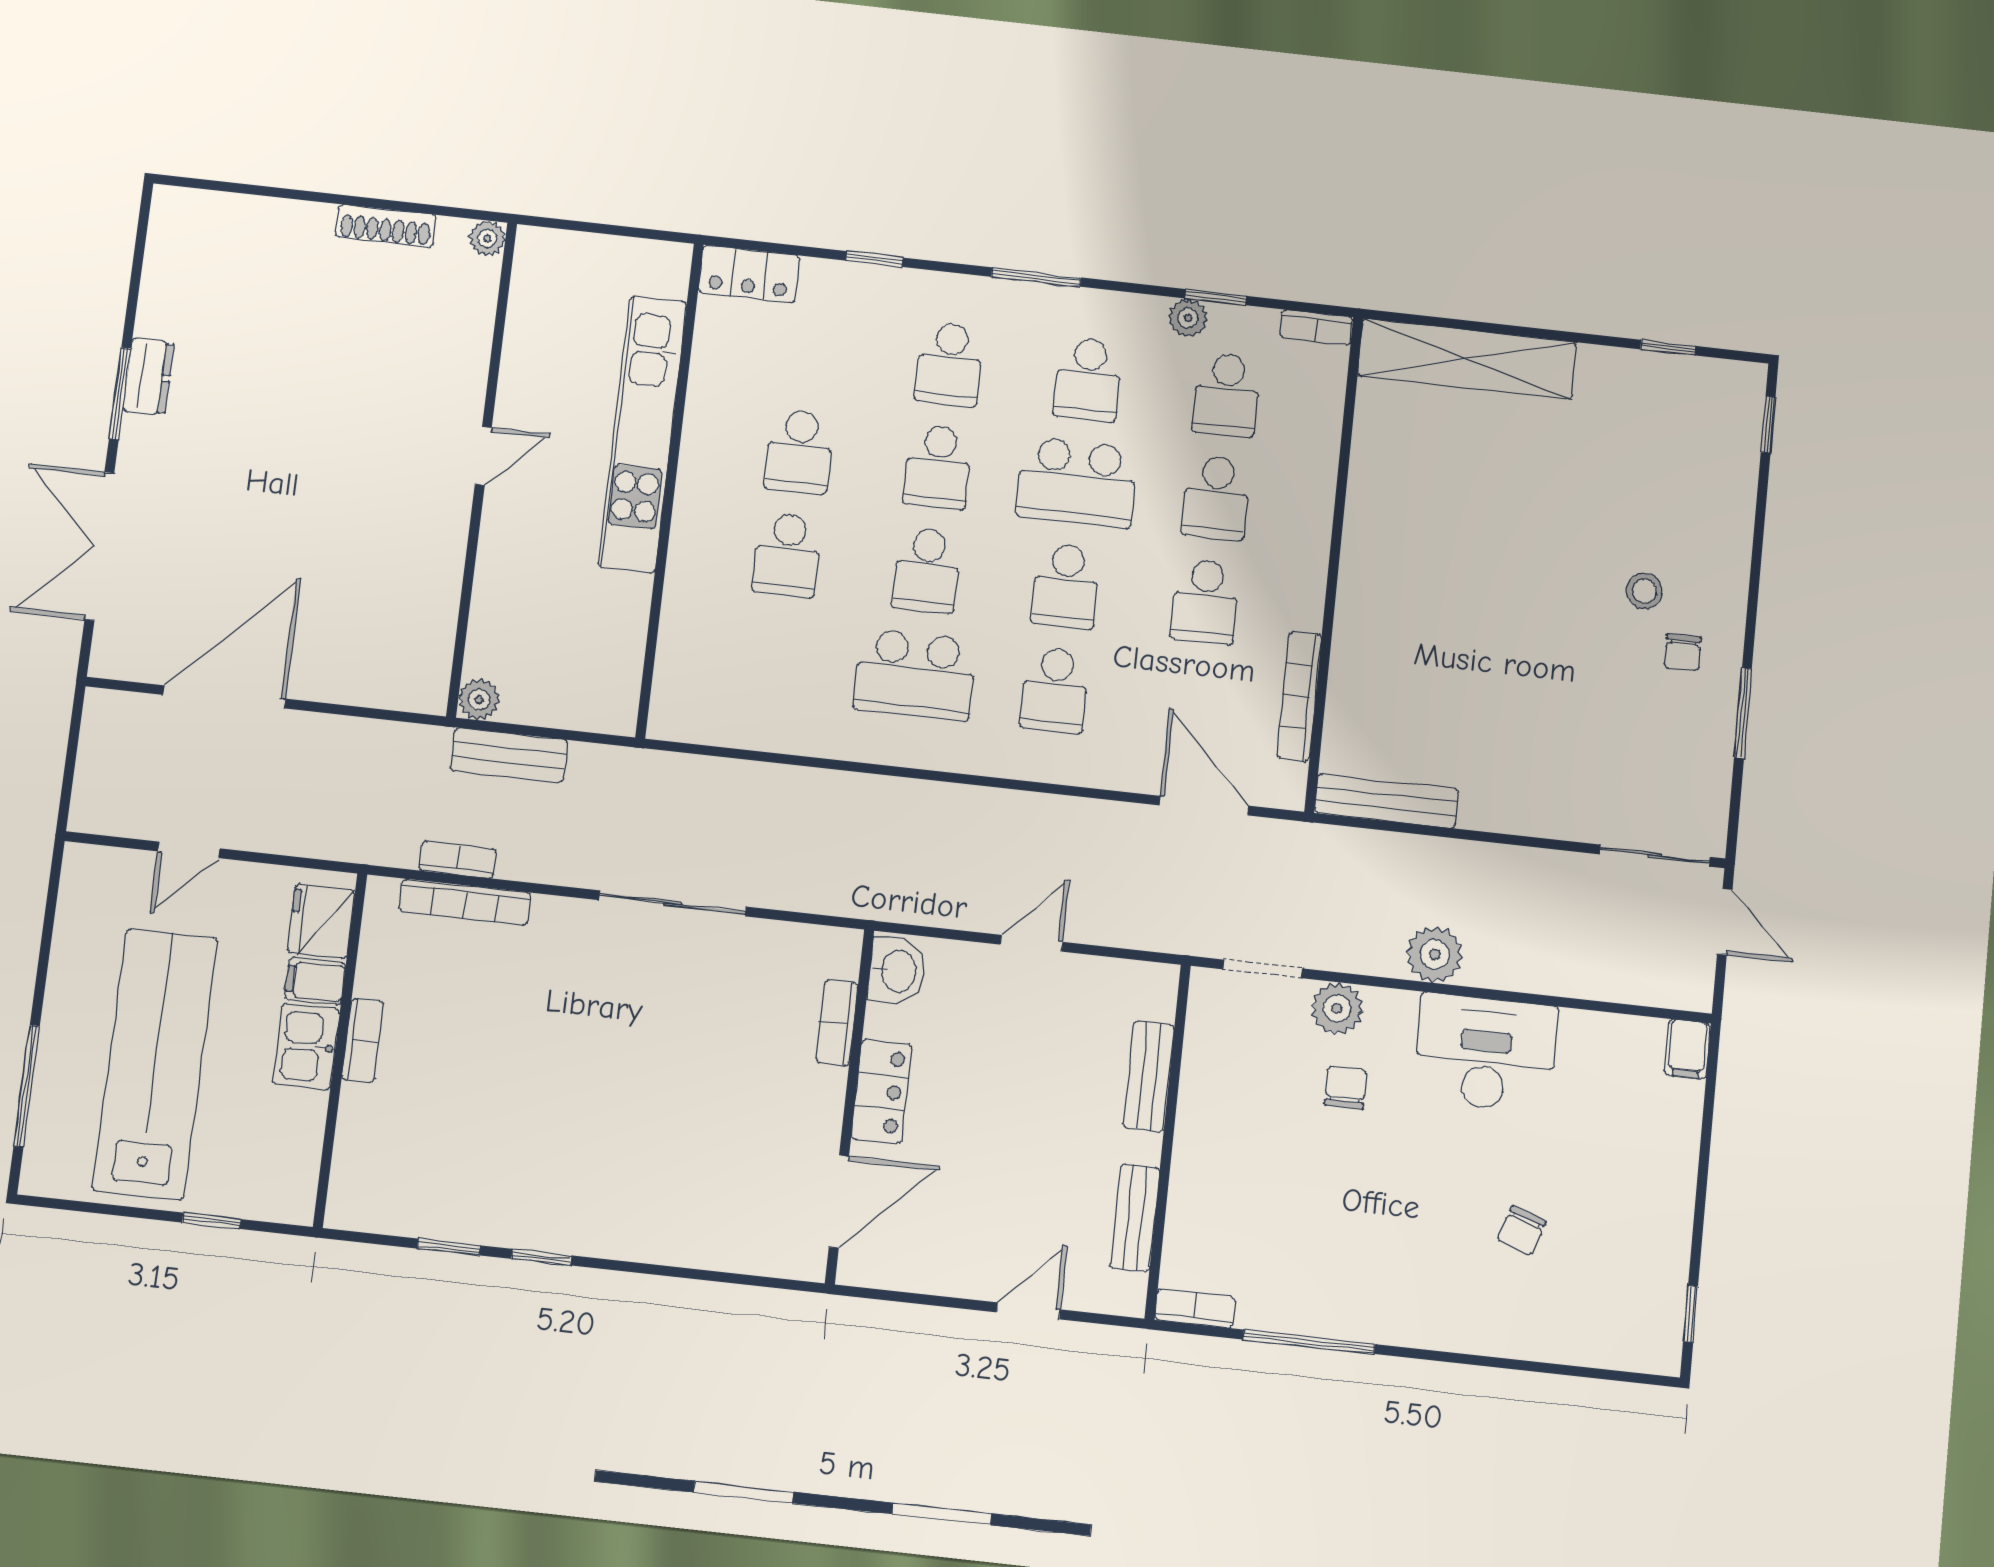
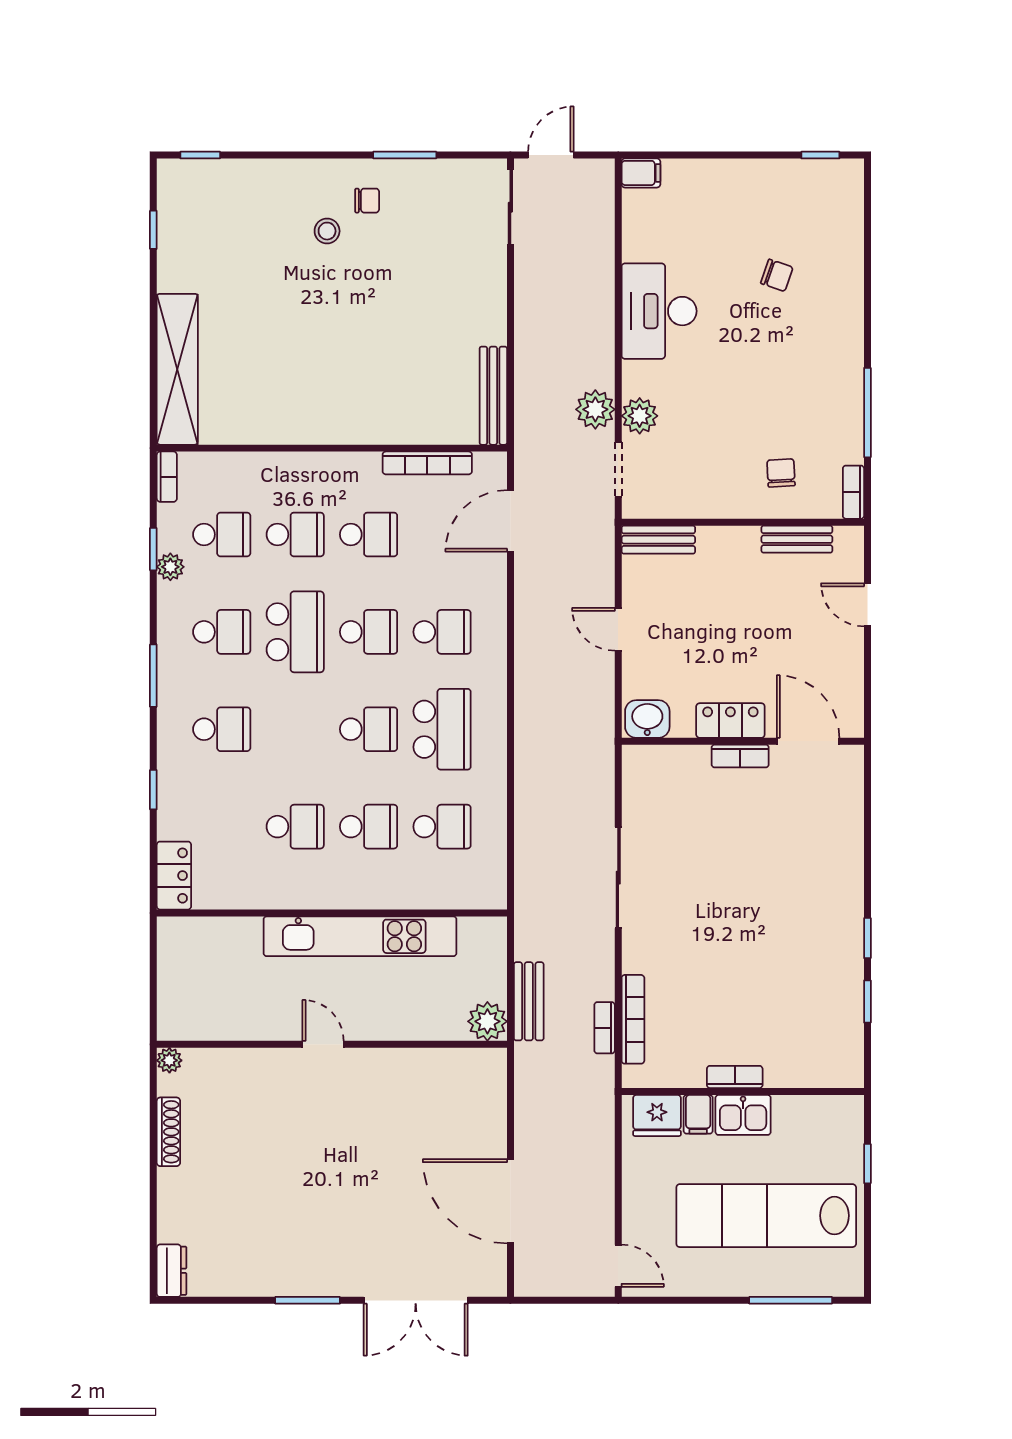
dresser: (149, 377) -> (171, 1271), moved, turned 90
kitchen unit: (643, 434) -> (360, 936), moved
school desk: (938, 467) -> (442, 827), moved
plant: (479, 700) -> (487, 1021), width x1.38, depth x1.38
door: (189, 850) -> (618, 1266), moved
plant: (1435, 954) -> (595, 409), moved
bookcase: (837, 1023) -> (740, 756), moved
bench: (1149, 1076) -> (658, 540), moved
chair: (1346, 1088) -> (781, 473), moved, turned 87

